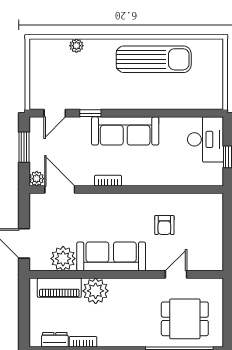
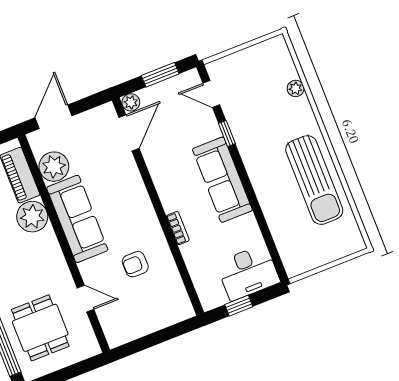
bookcase: (108, 181) -> (178, 228), moved

